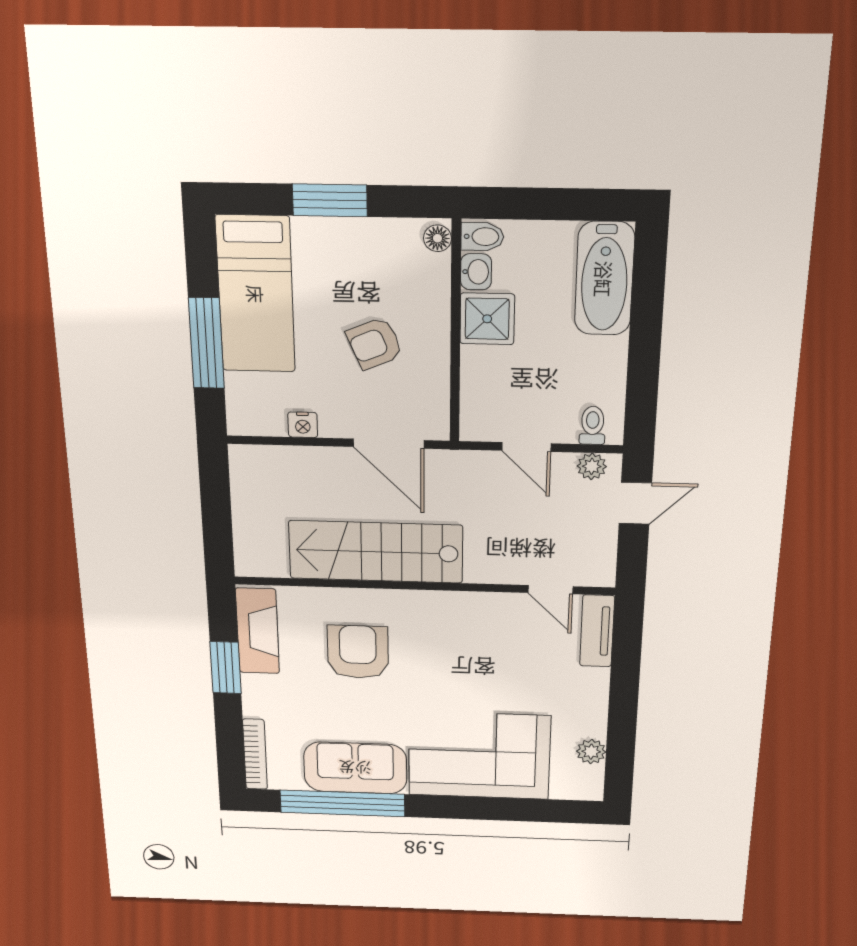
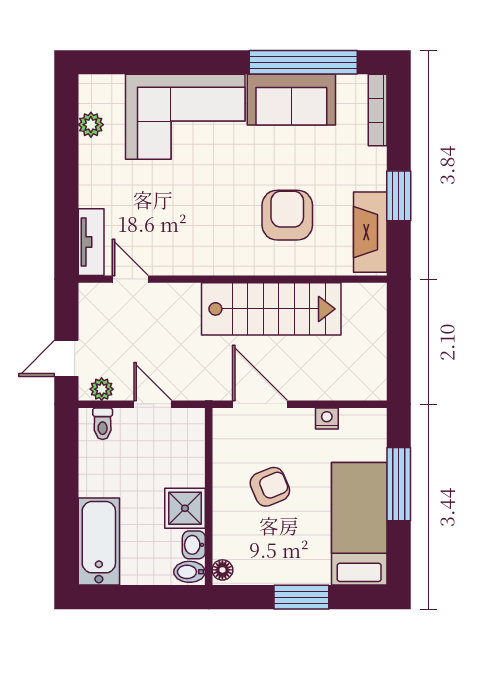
armchair: (358, 652) -> (287, 215), turned 180

